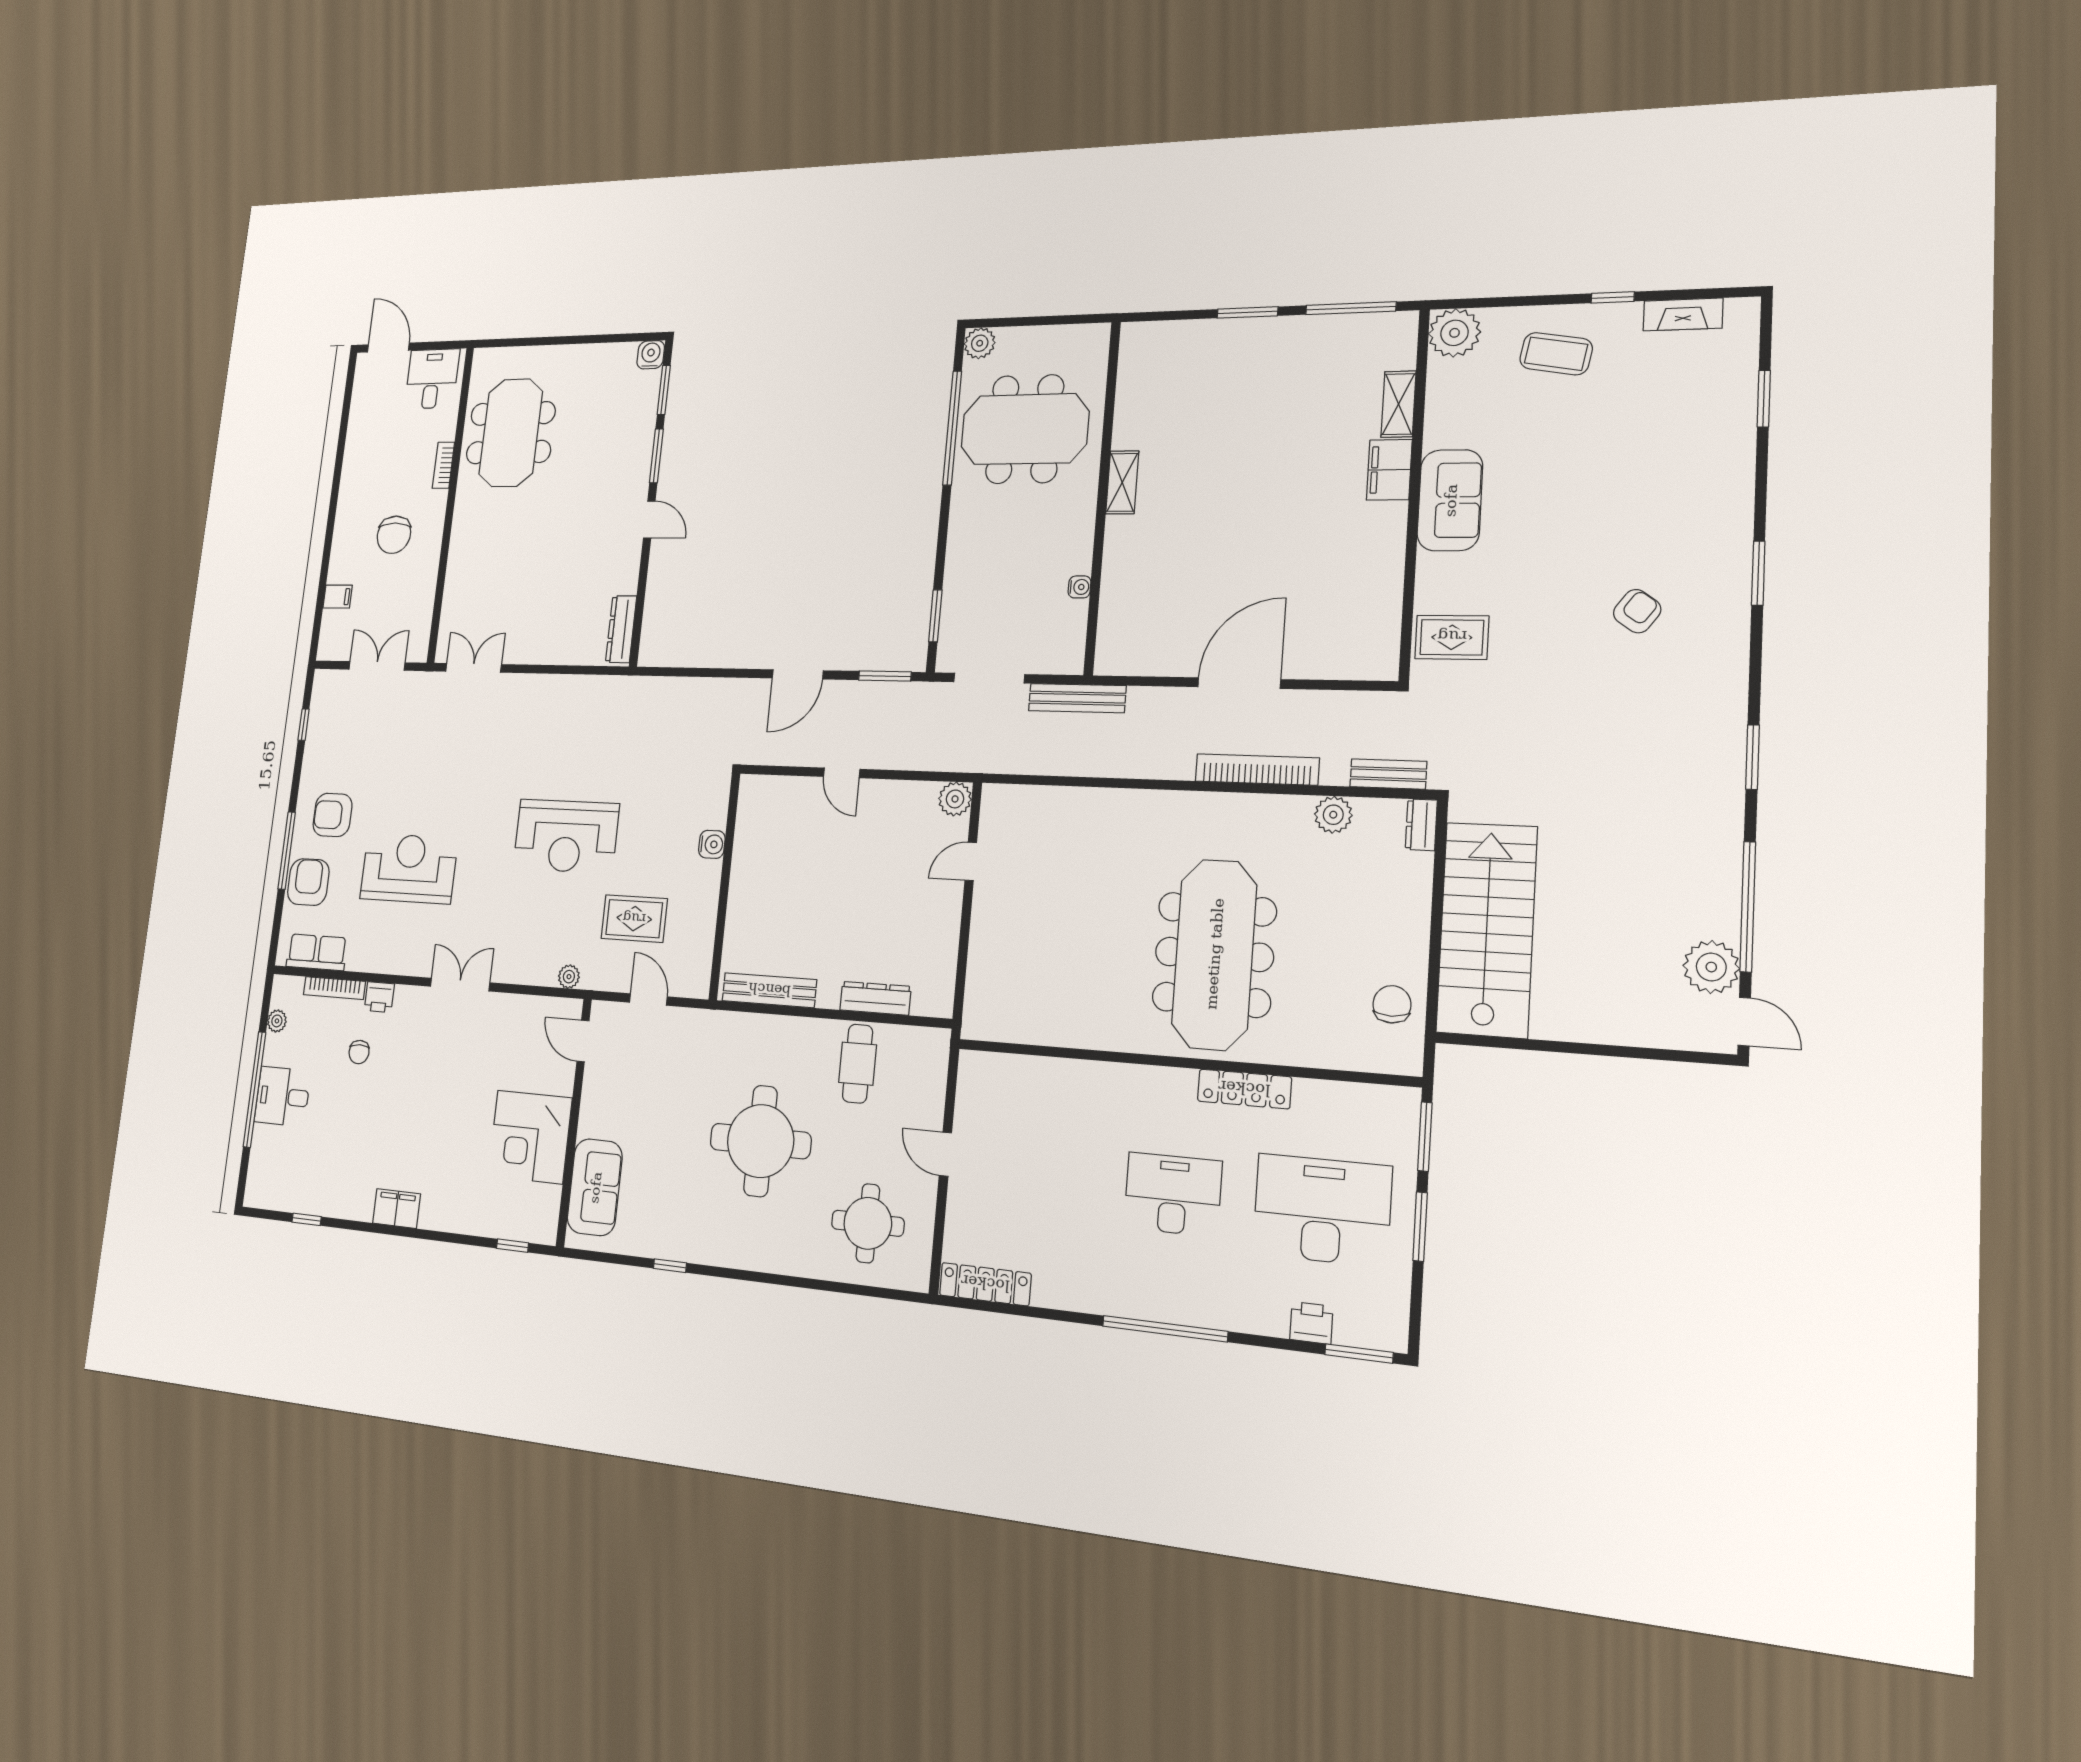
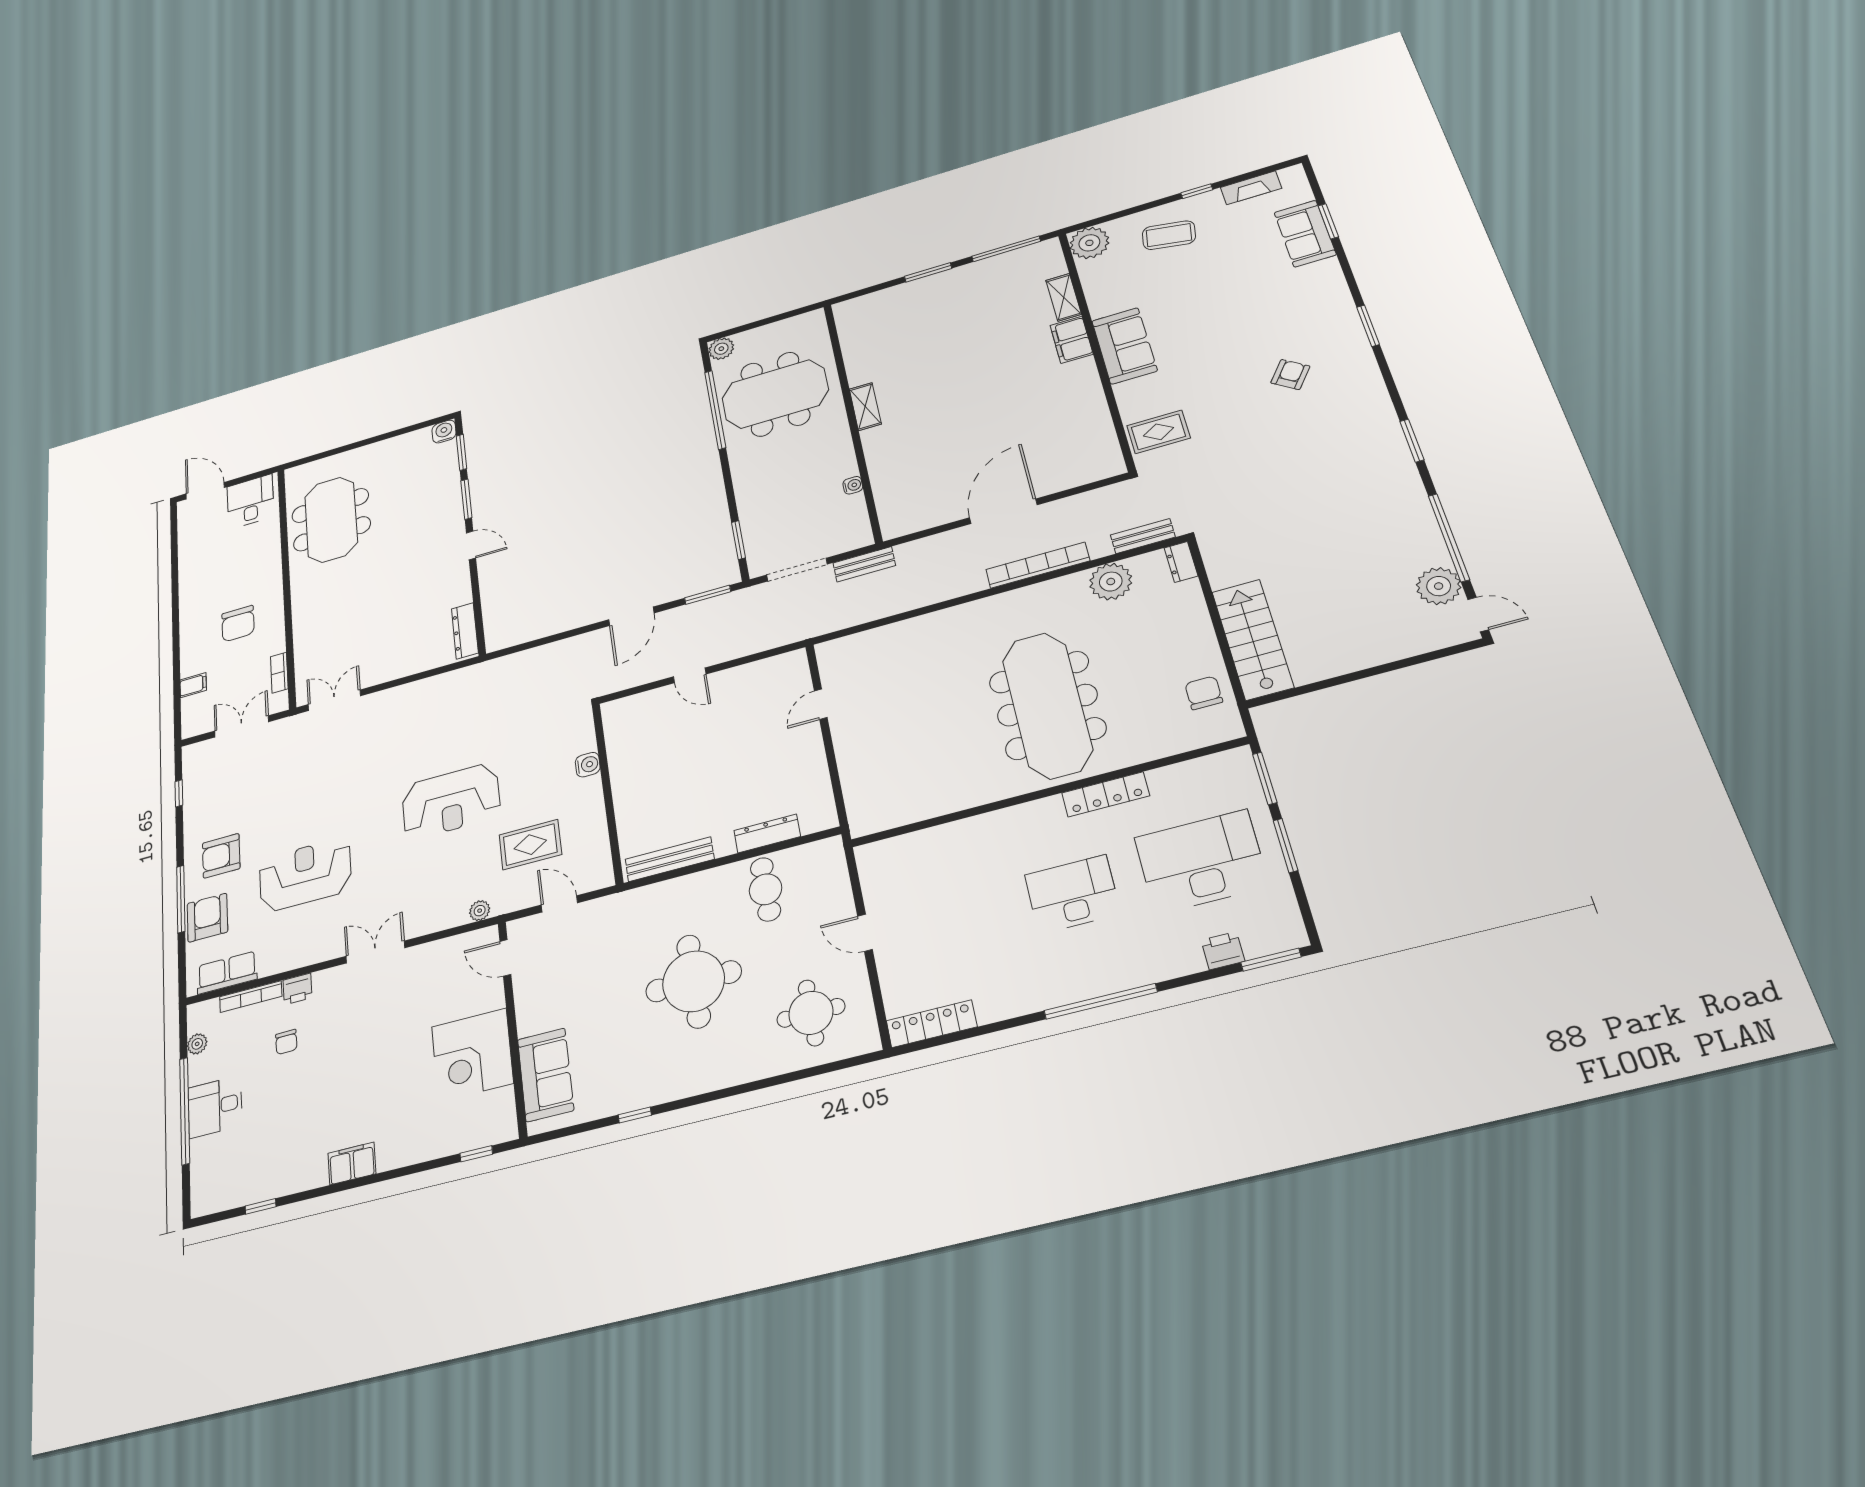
sofa: (1728, 408) -> (1305, 234), added
bookcase: (443, 465) -> (279, 673), moved
bench: (1077, 698) -> (864, 564), width x0.73
plant: (955, 799) -> (794, 664), removed
plant: (1333, 815) -> (1111, 582), width x1.36, depth x1.36
stairs: (1487, 929) -> (1253, 639), width x0.73, depth x0.66

